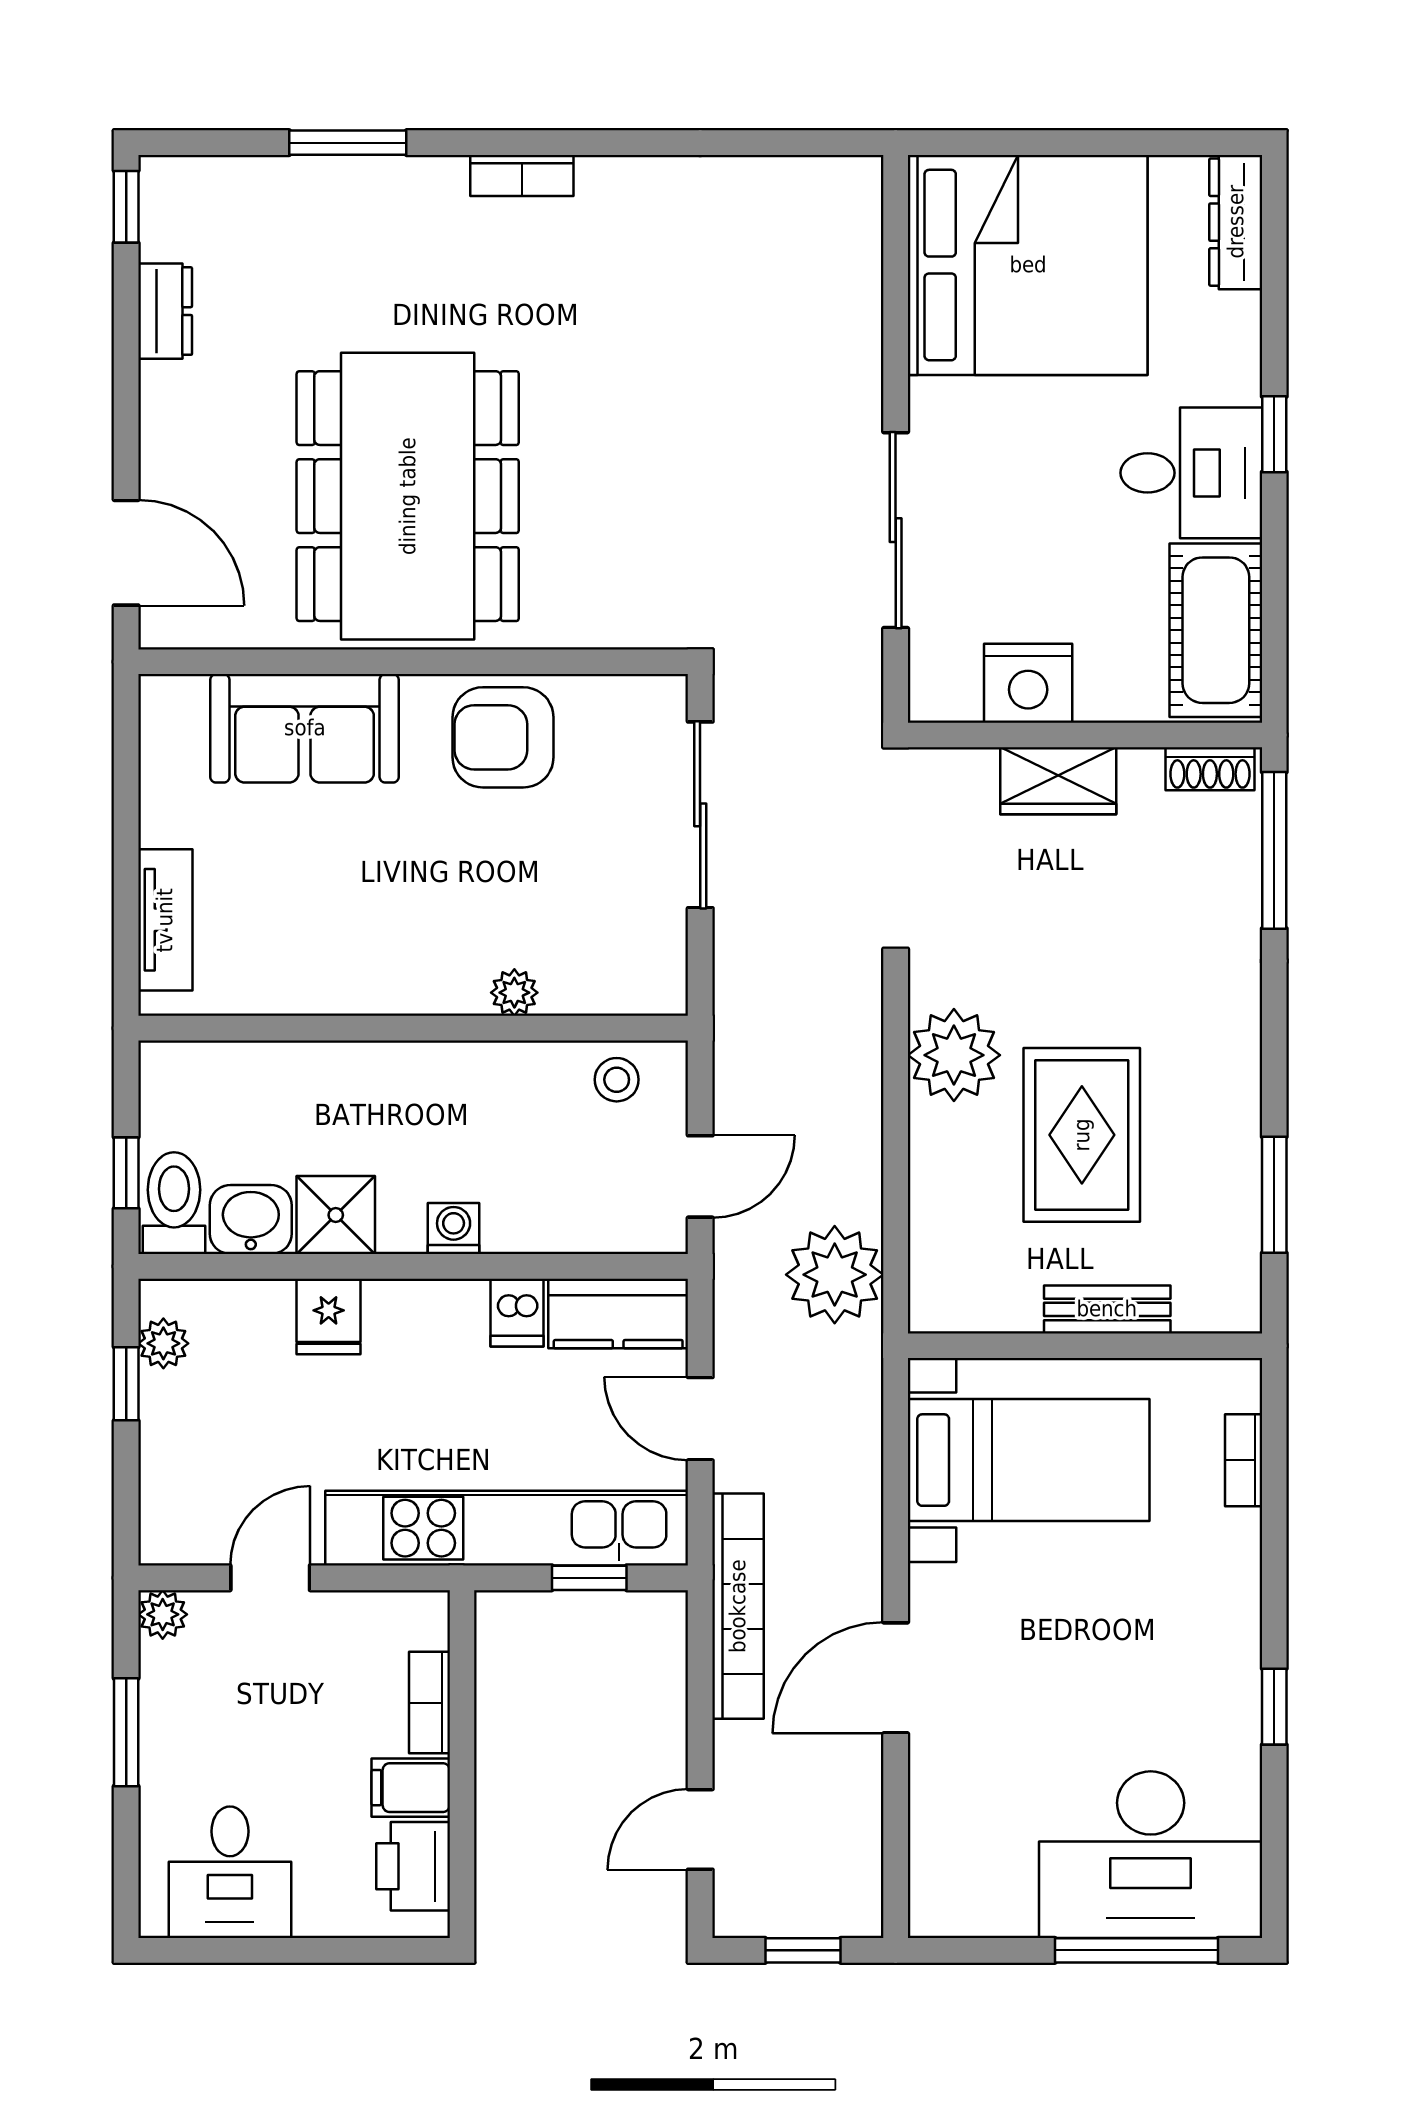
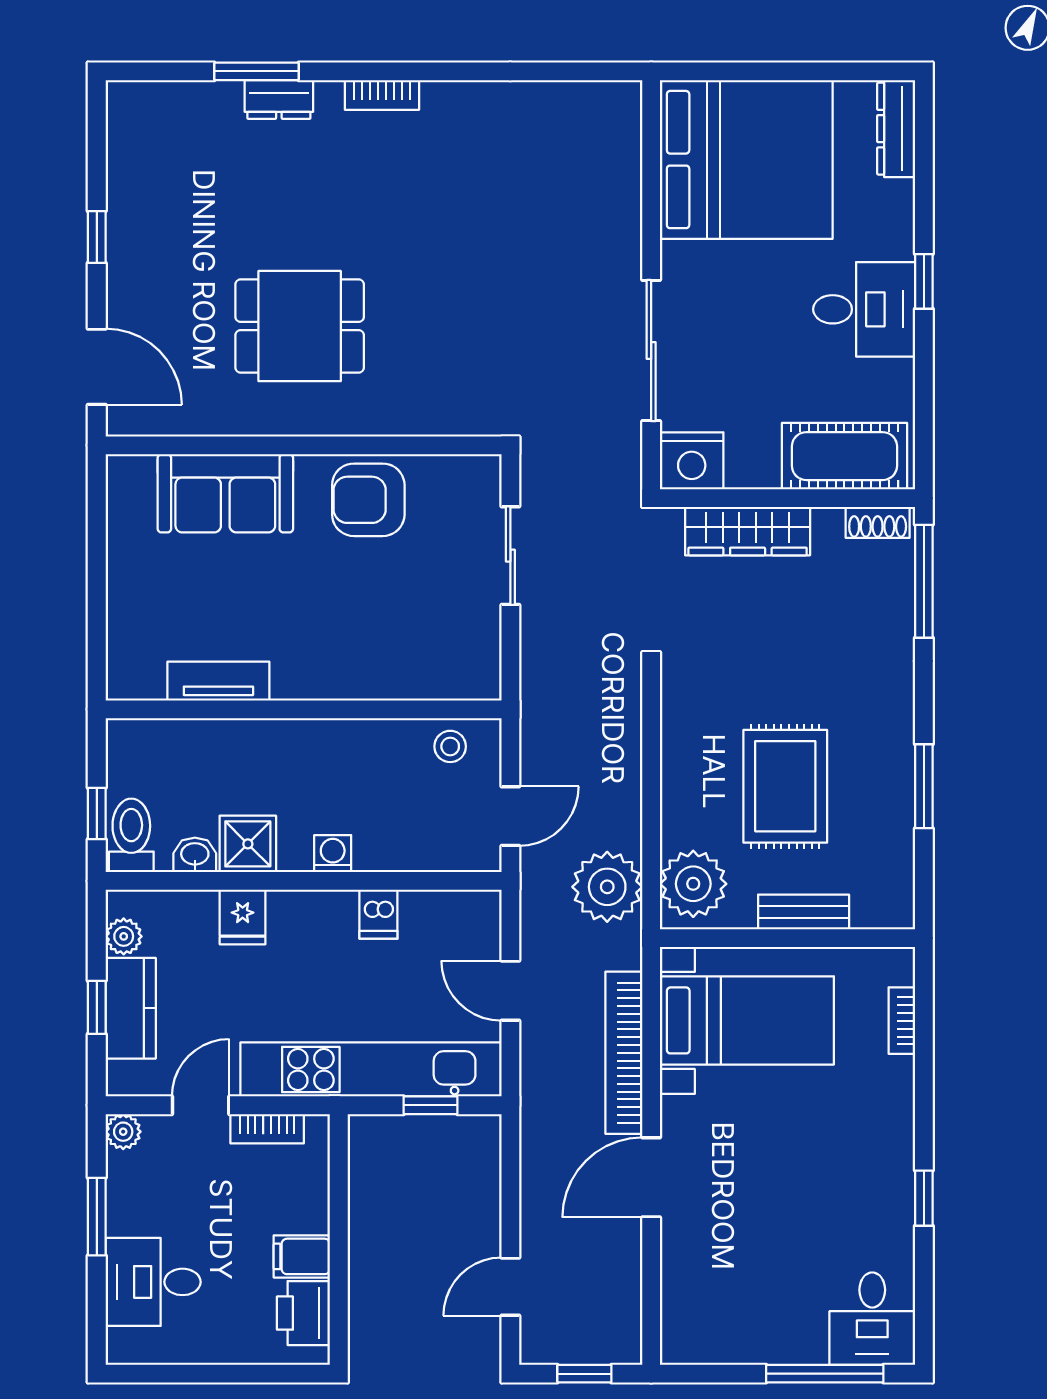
window: (126, 207) -> (97, 237), moved
dresser: (165, 311) -> (279, 99), moved, turned 90
dining table: (408, 496) -> (300, 326), width x0.53, depth x0.80
cot: (1216, 630) -> (844, 456), moved, turned 90
nightstand: (1028, 683) -> (692, 461), moved
wardrobe: (1058, 781) -> (748, 531), width x1.50
sliding door: (700, 815) -> (510, 556), width x0.73
tv unit: (165, 920) -> (218, 681), moved, turned -90
plant: (514, 993) -> (376, 684), removed
plant: (954, 1055) -> (693, 884), moved
window: (1274, 1195) -> (924, 786), moved
washbasin: (251, 1220) -> (195, 855), width x0.72, depth x0.69
kitchen counter: (618, 1313) -> (131, 1008), moved, turned -90
window: (126, 1384) -> (97, 1007), moved
bookcase: (738, 1606) -> (624, 1053), moved, turned 180
bookcase: (429, 1703) -> (267, 1129), moved, turned -90
desk: (1151, 1855) -> (872, 1319), width x0.53, depth x0.77
desk: (230, 1872) -> (153, 1282), moved, turned 90

